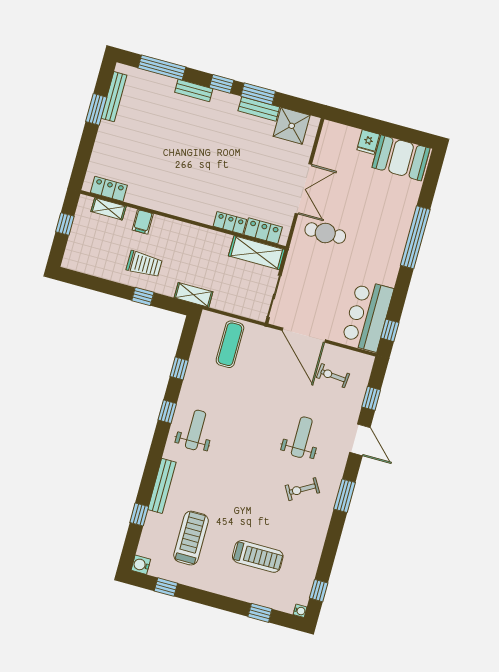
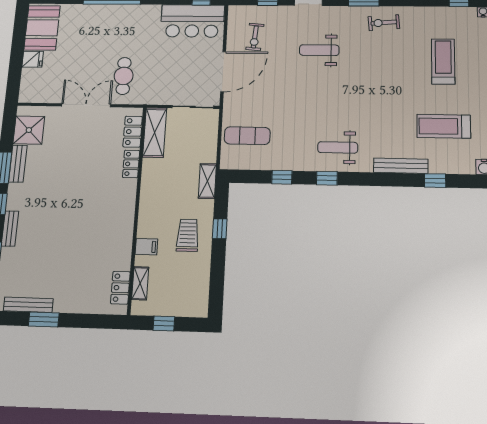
exercise bike: (302, 489) -> (384, 23), moved, turned 115

